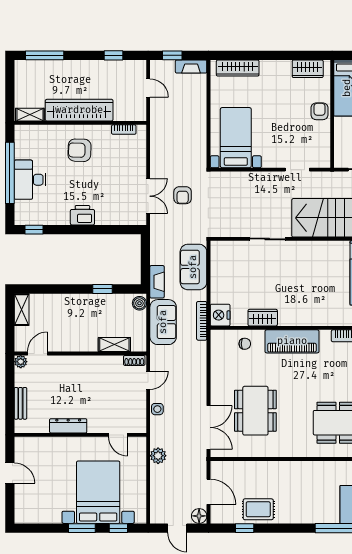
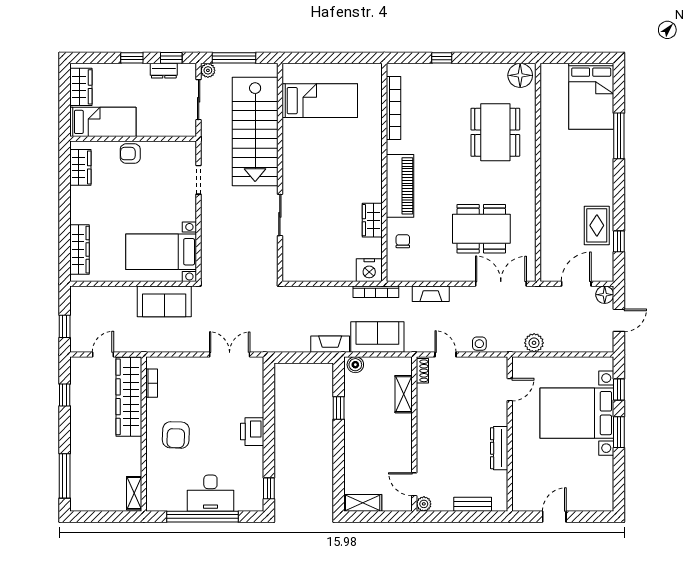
fireplace: (191, 67) -> (431, 294), moved, turned 90
wardrobe: (79, 110) -> (129, 397), moved
armchair: (183, 195) -> (229, 314), removed
sofa: (193, 267) -> (164, 301), moved

